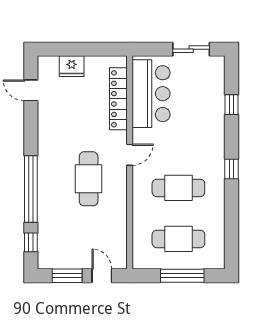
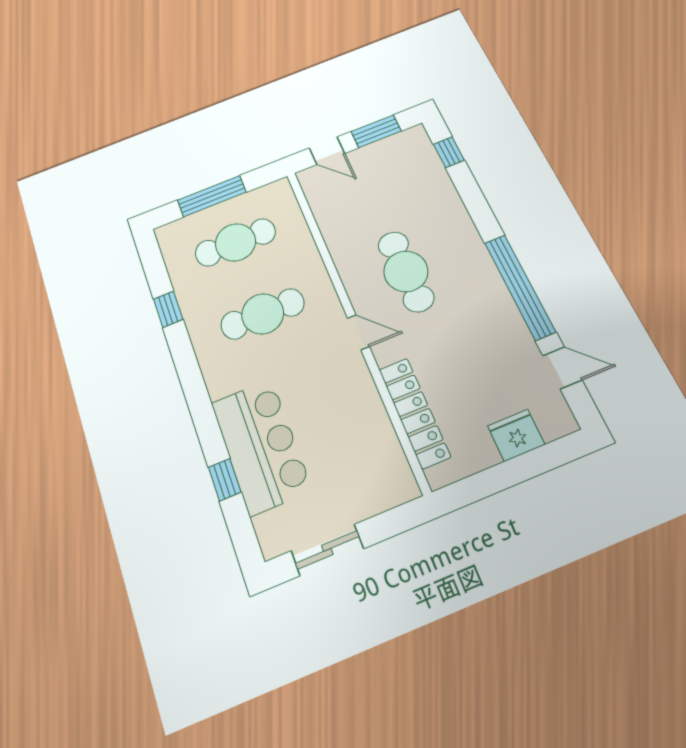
bar counter: (151, 94) -> (261, 446), moved, turned 180
door: (130, 155) -> (358, 332), swing flipped
window: (231, 169) -> (168, 309), moved
window: (31, 189) -> (520, 287), moved

